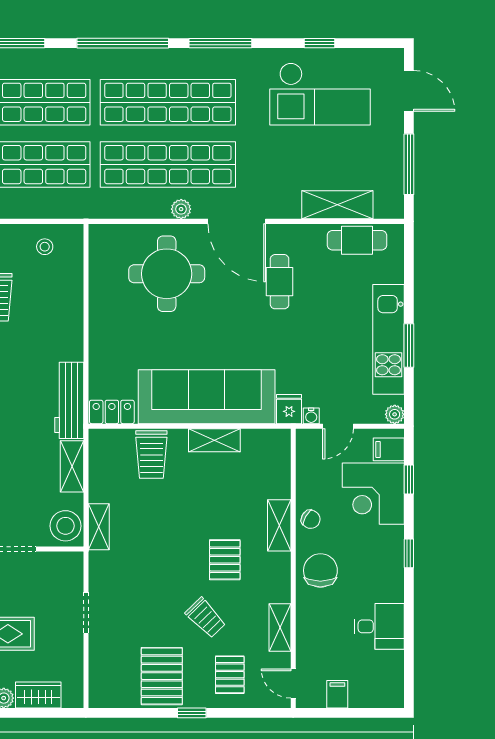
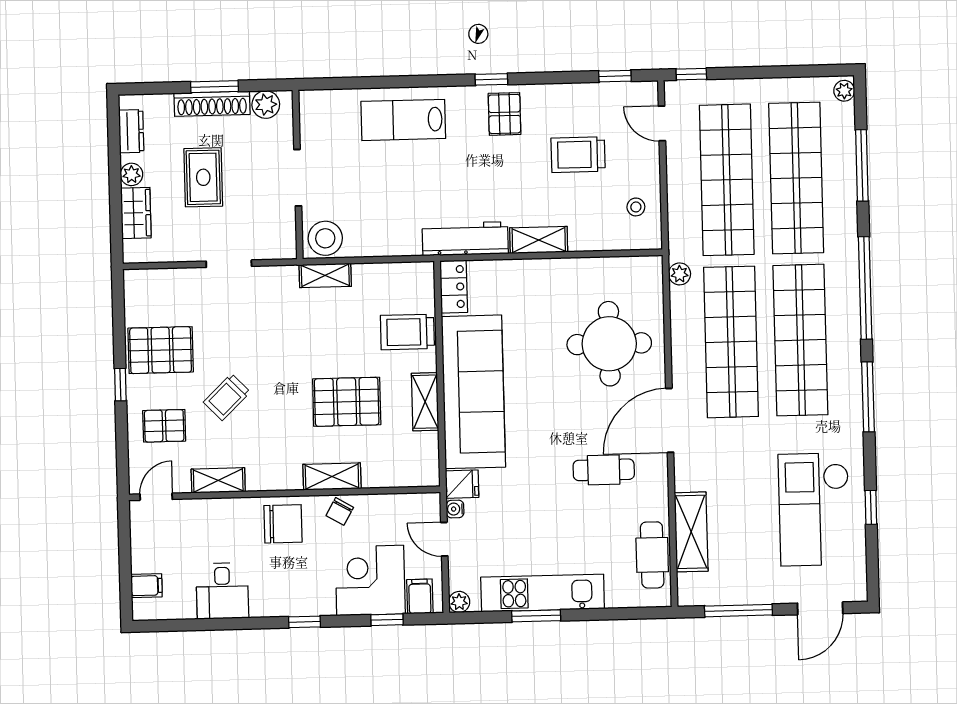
plant: (181, 209) -> (680, 274), moved
shelving: (72, 466) -> (539, 240), moved
pallet: (225, 560) -> (347, 402), moved, width x1.50, depth x1.42
filing cabinet: (337, 694) -> (146, 586), moved

